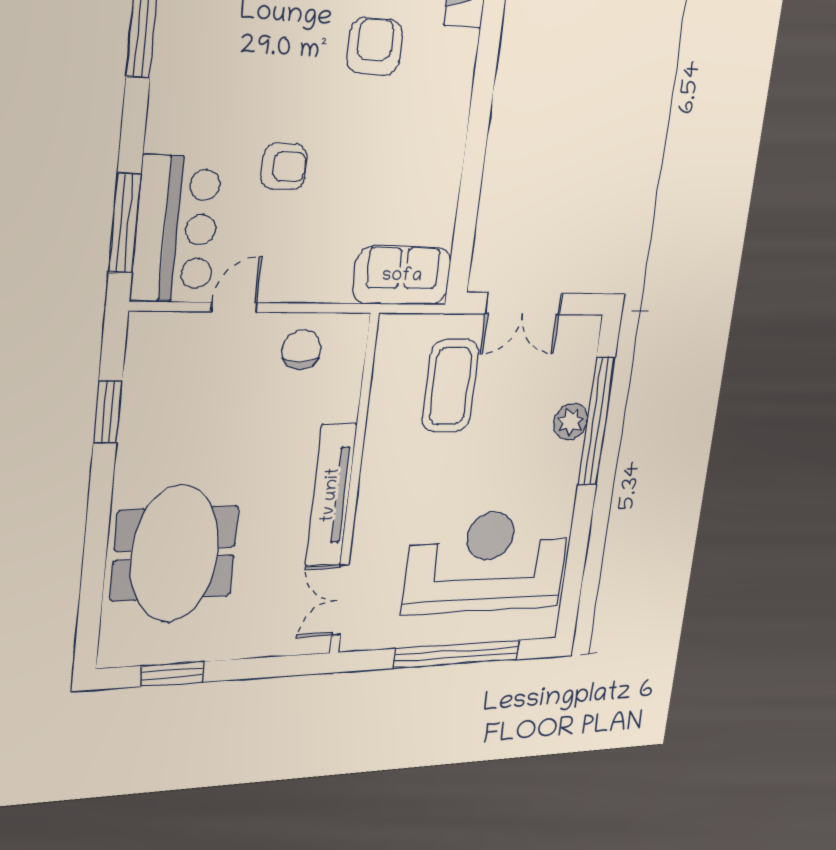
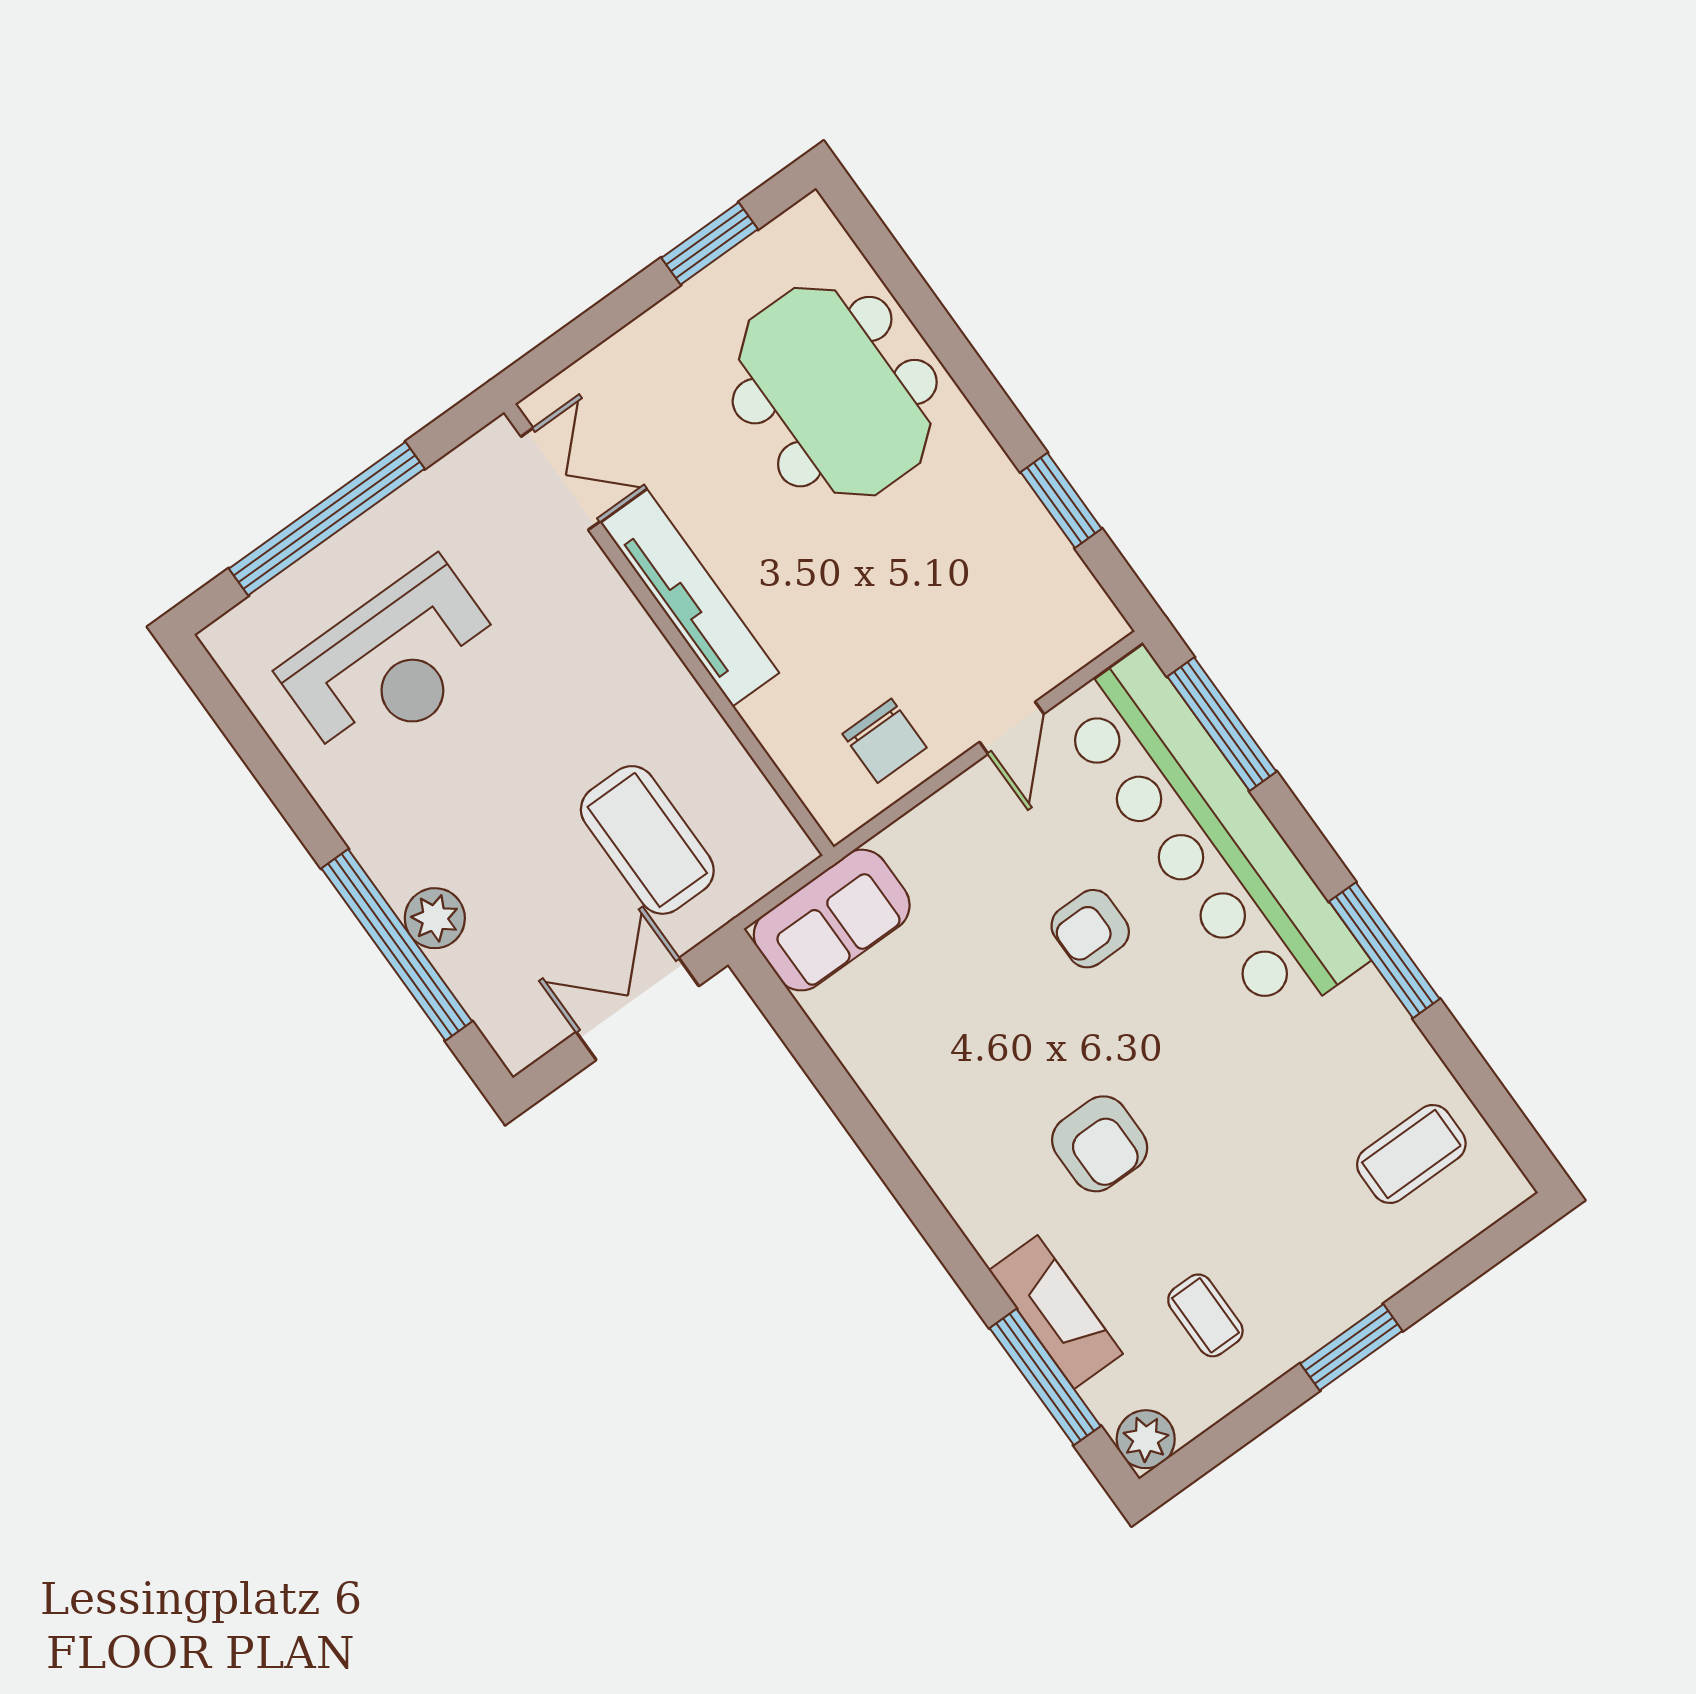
bar counter: (176, 229) -> (1210, 836), width x1.86
reception desk: (487, 562) -> (393, 663), width x0.74, depth x0.77

